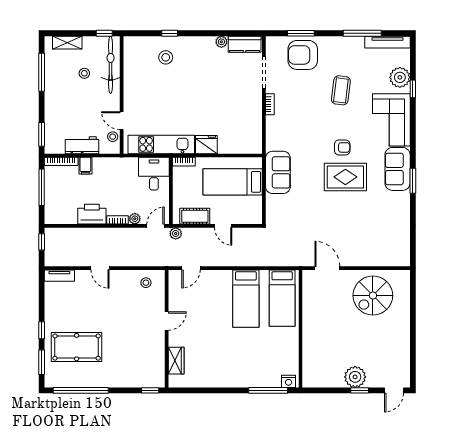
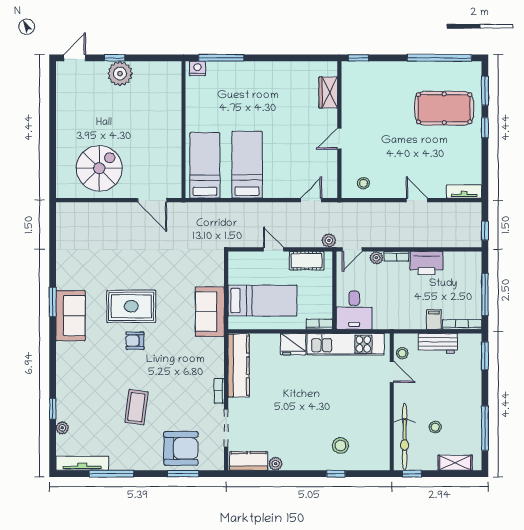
plant: (400, 77) -> (62, 428), width x0.53, depth x0.53
corner sofa: (391, 120) -> (78, 373), removed
kitchen counter: (253, 126) -> (239, 366), added

